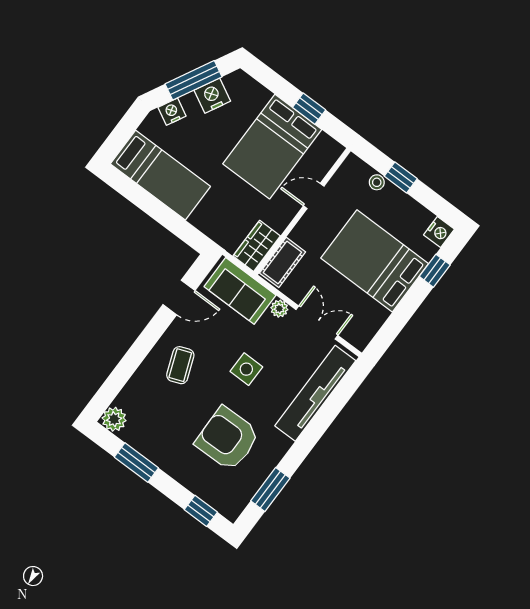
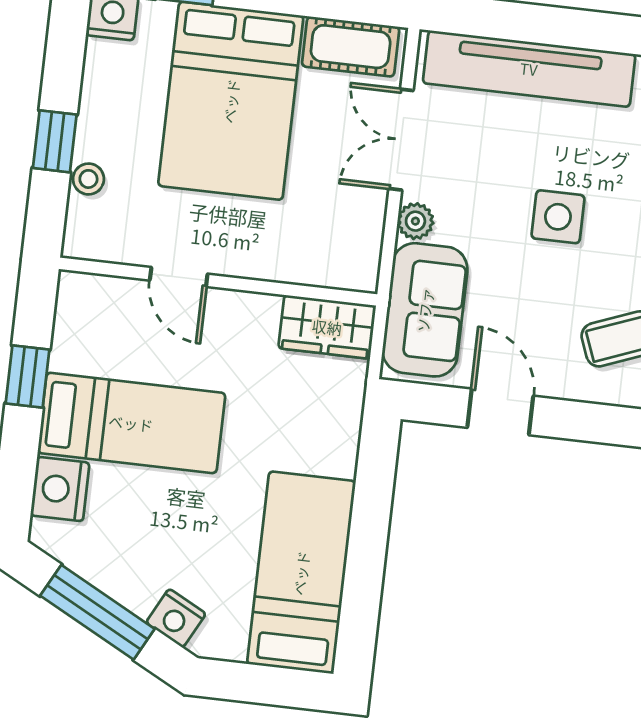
nightstand: (212, 96) -> (60, 489), moved, turned 62
bed: (272, 147) -> (131, 423), width x0.67
cot: (282, 262) -> (351, 47), moved

